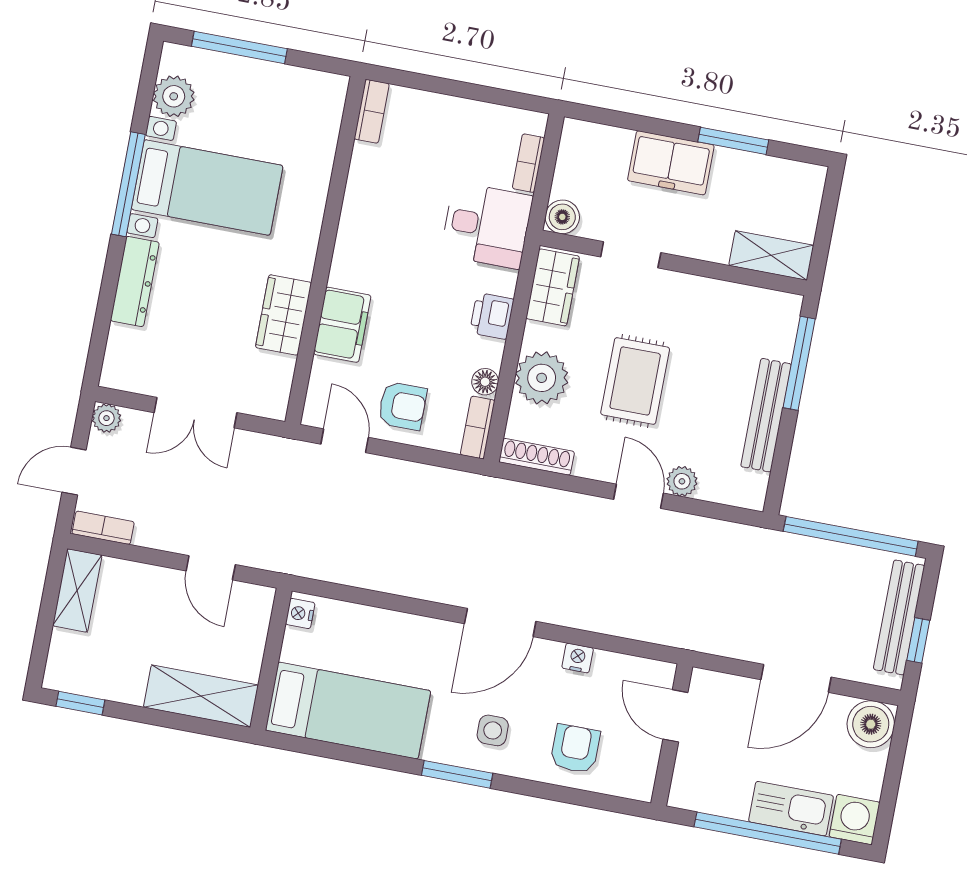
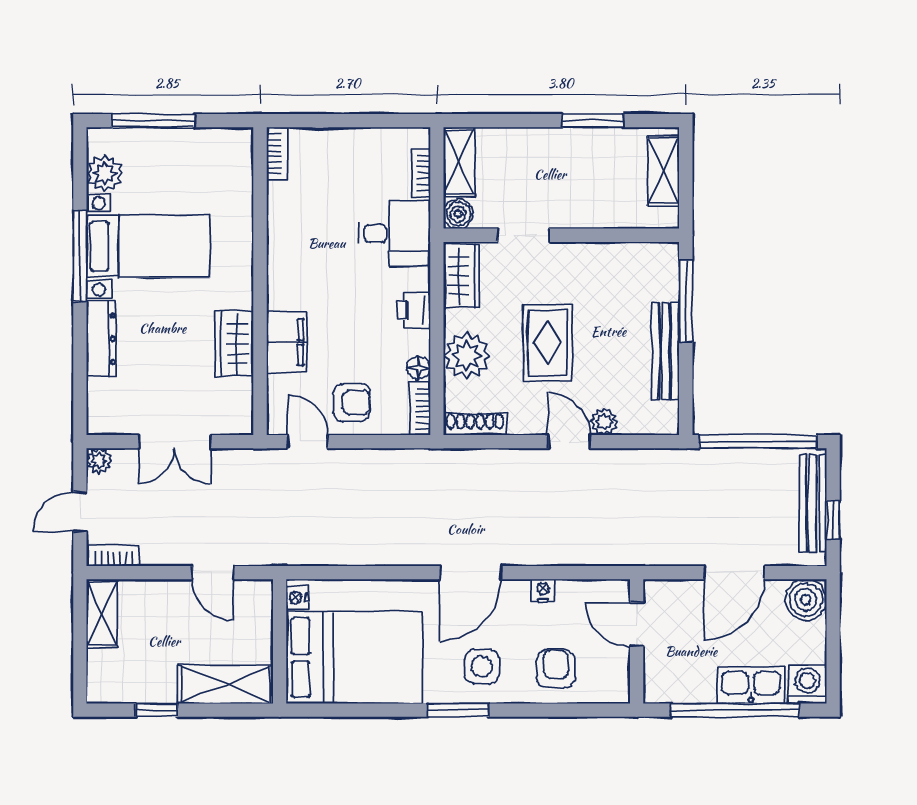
shelving: (574, 159) -> (459, 162), added
freezer: (671, 163) -> (543, 150), removed
shelving: (771, 255) -> (663, 171), moved, turned 90
window: (80, 703) -> (157, 710), moved
bed: (348, 711) -> (354, 658), width x1.50
side table: (493, 730) -> (482, 667), width x1.37, depth x1.37

